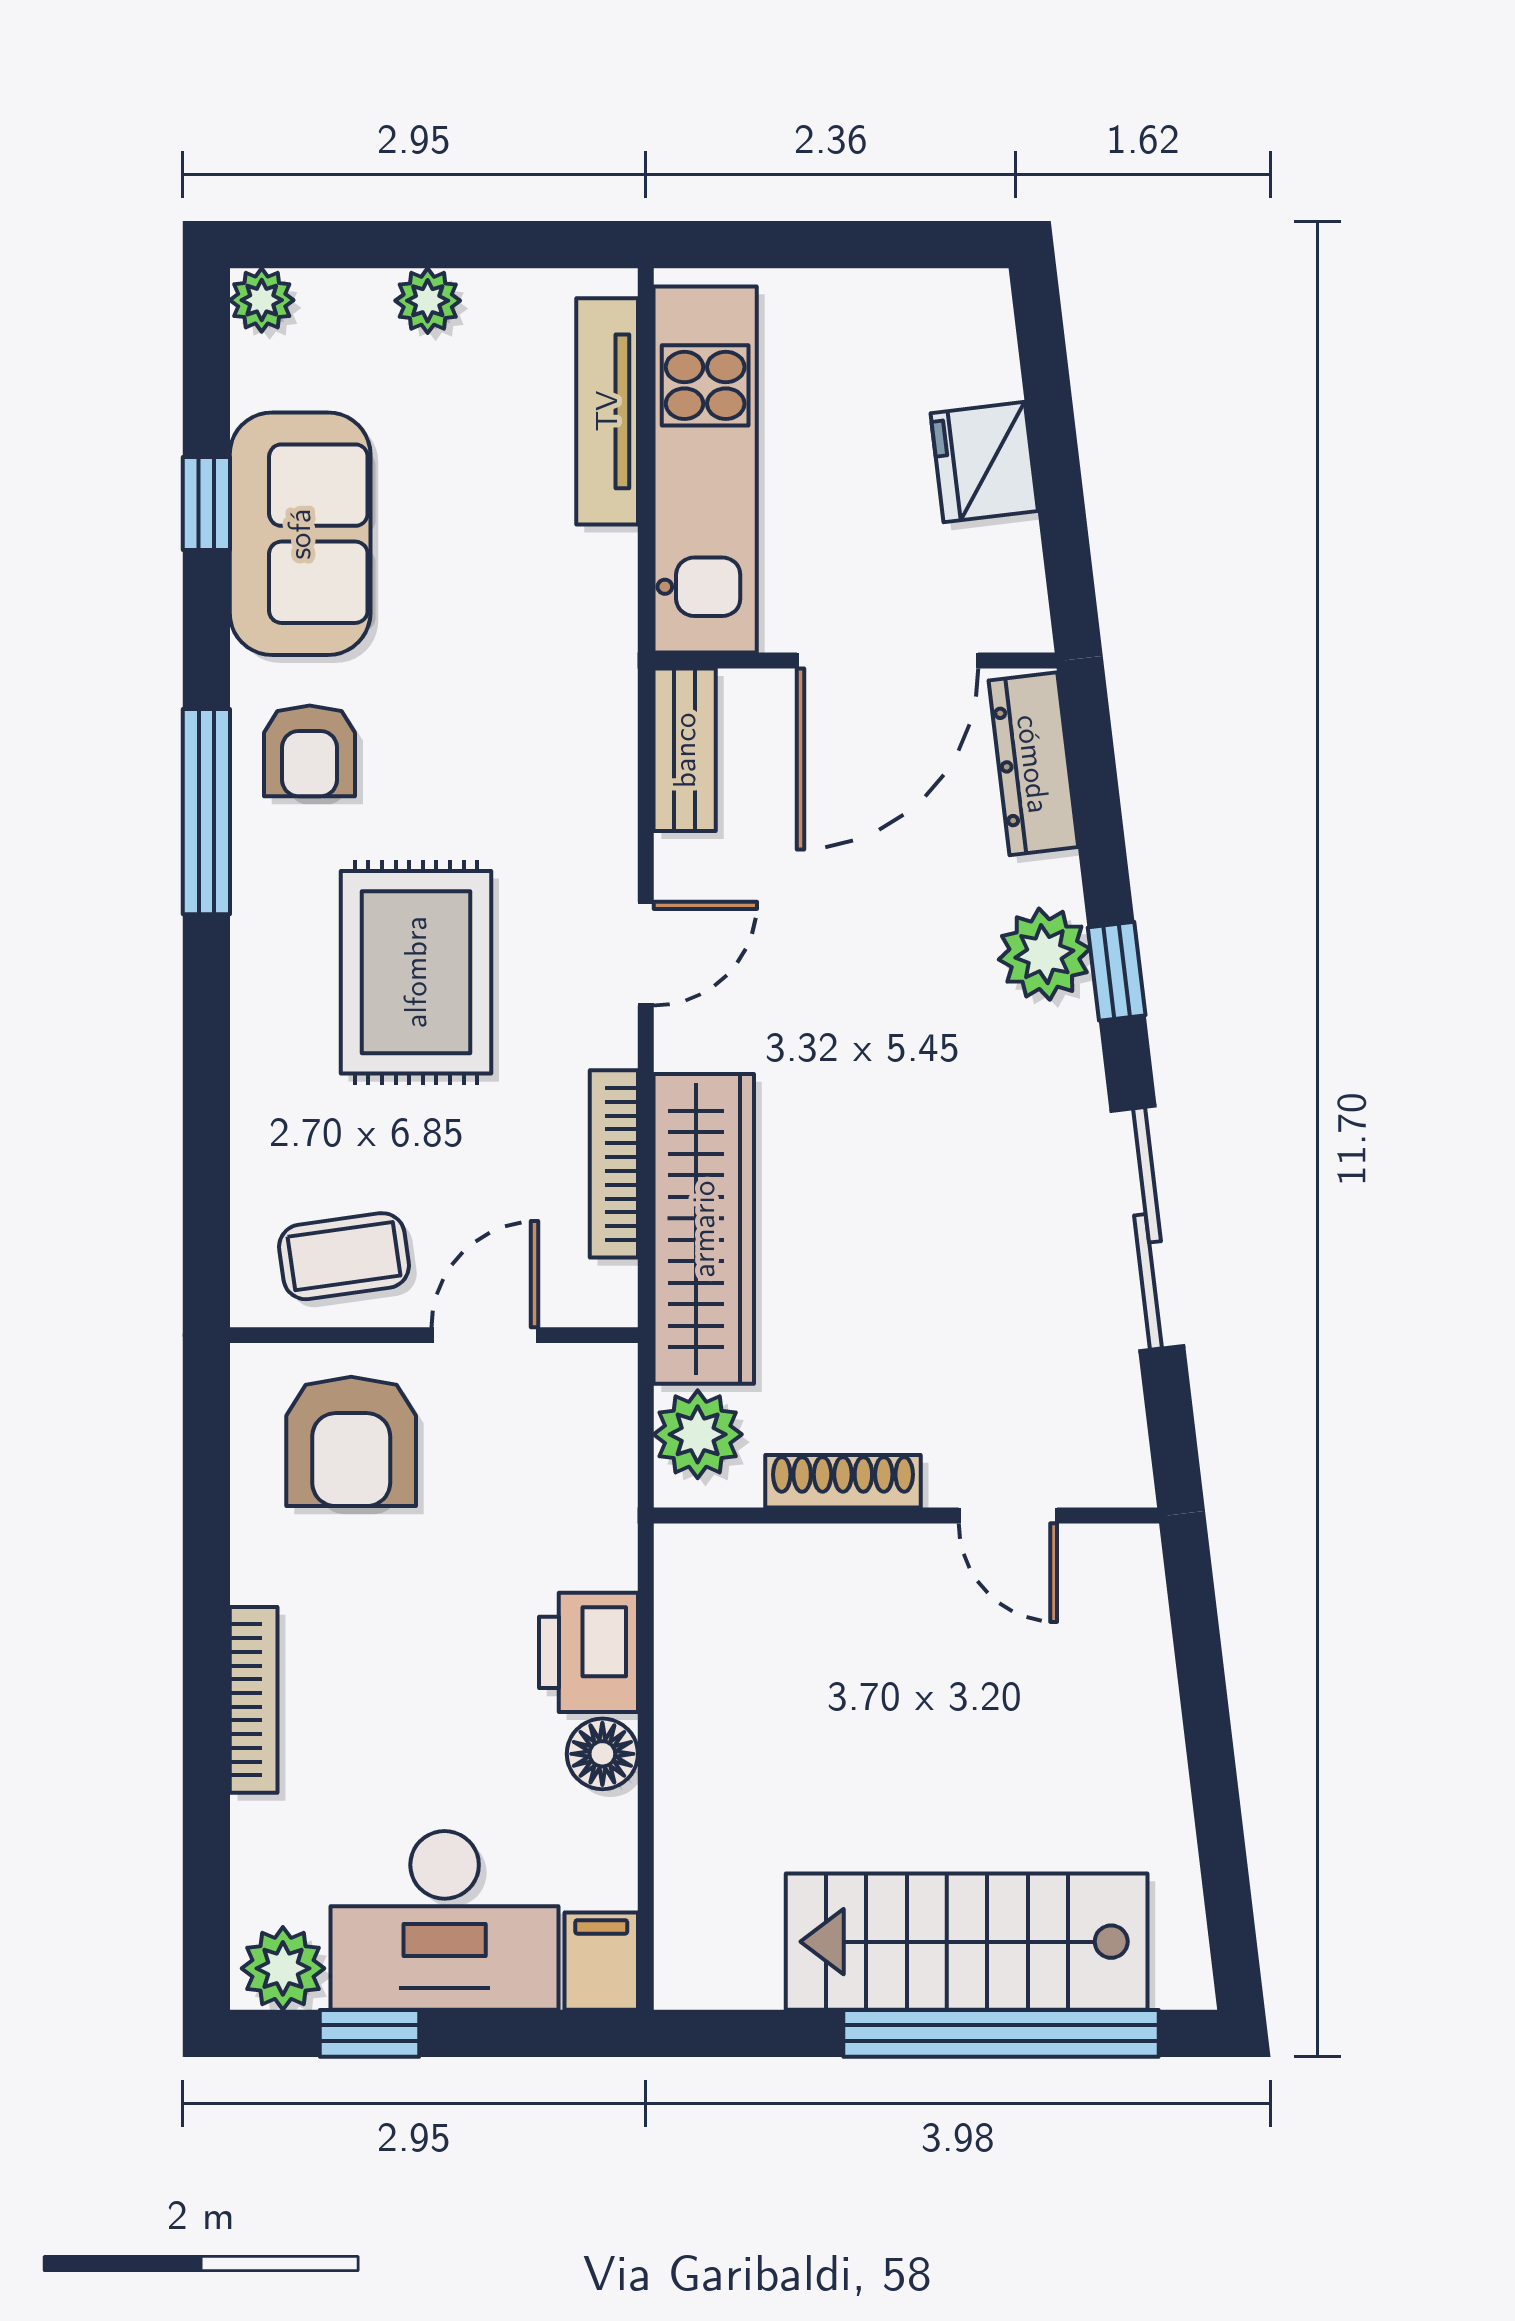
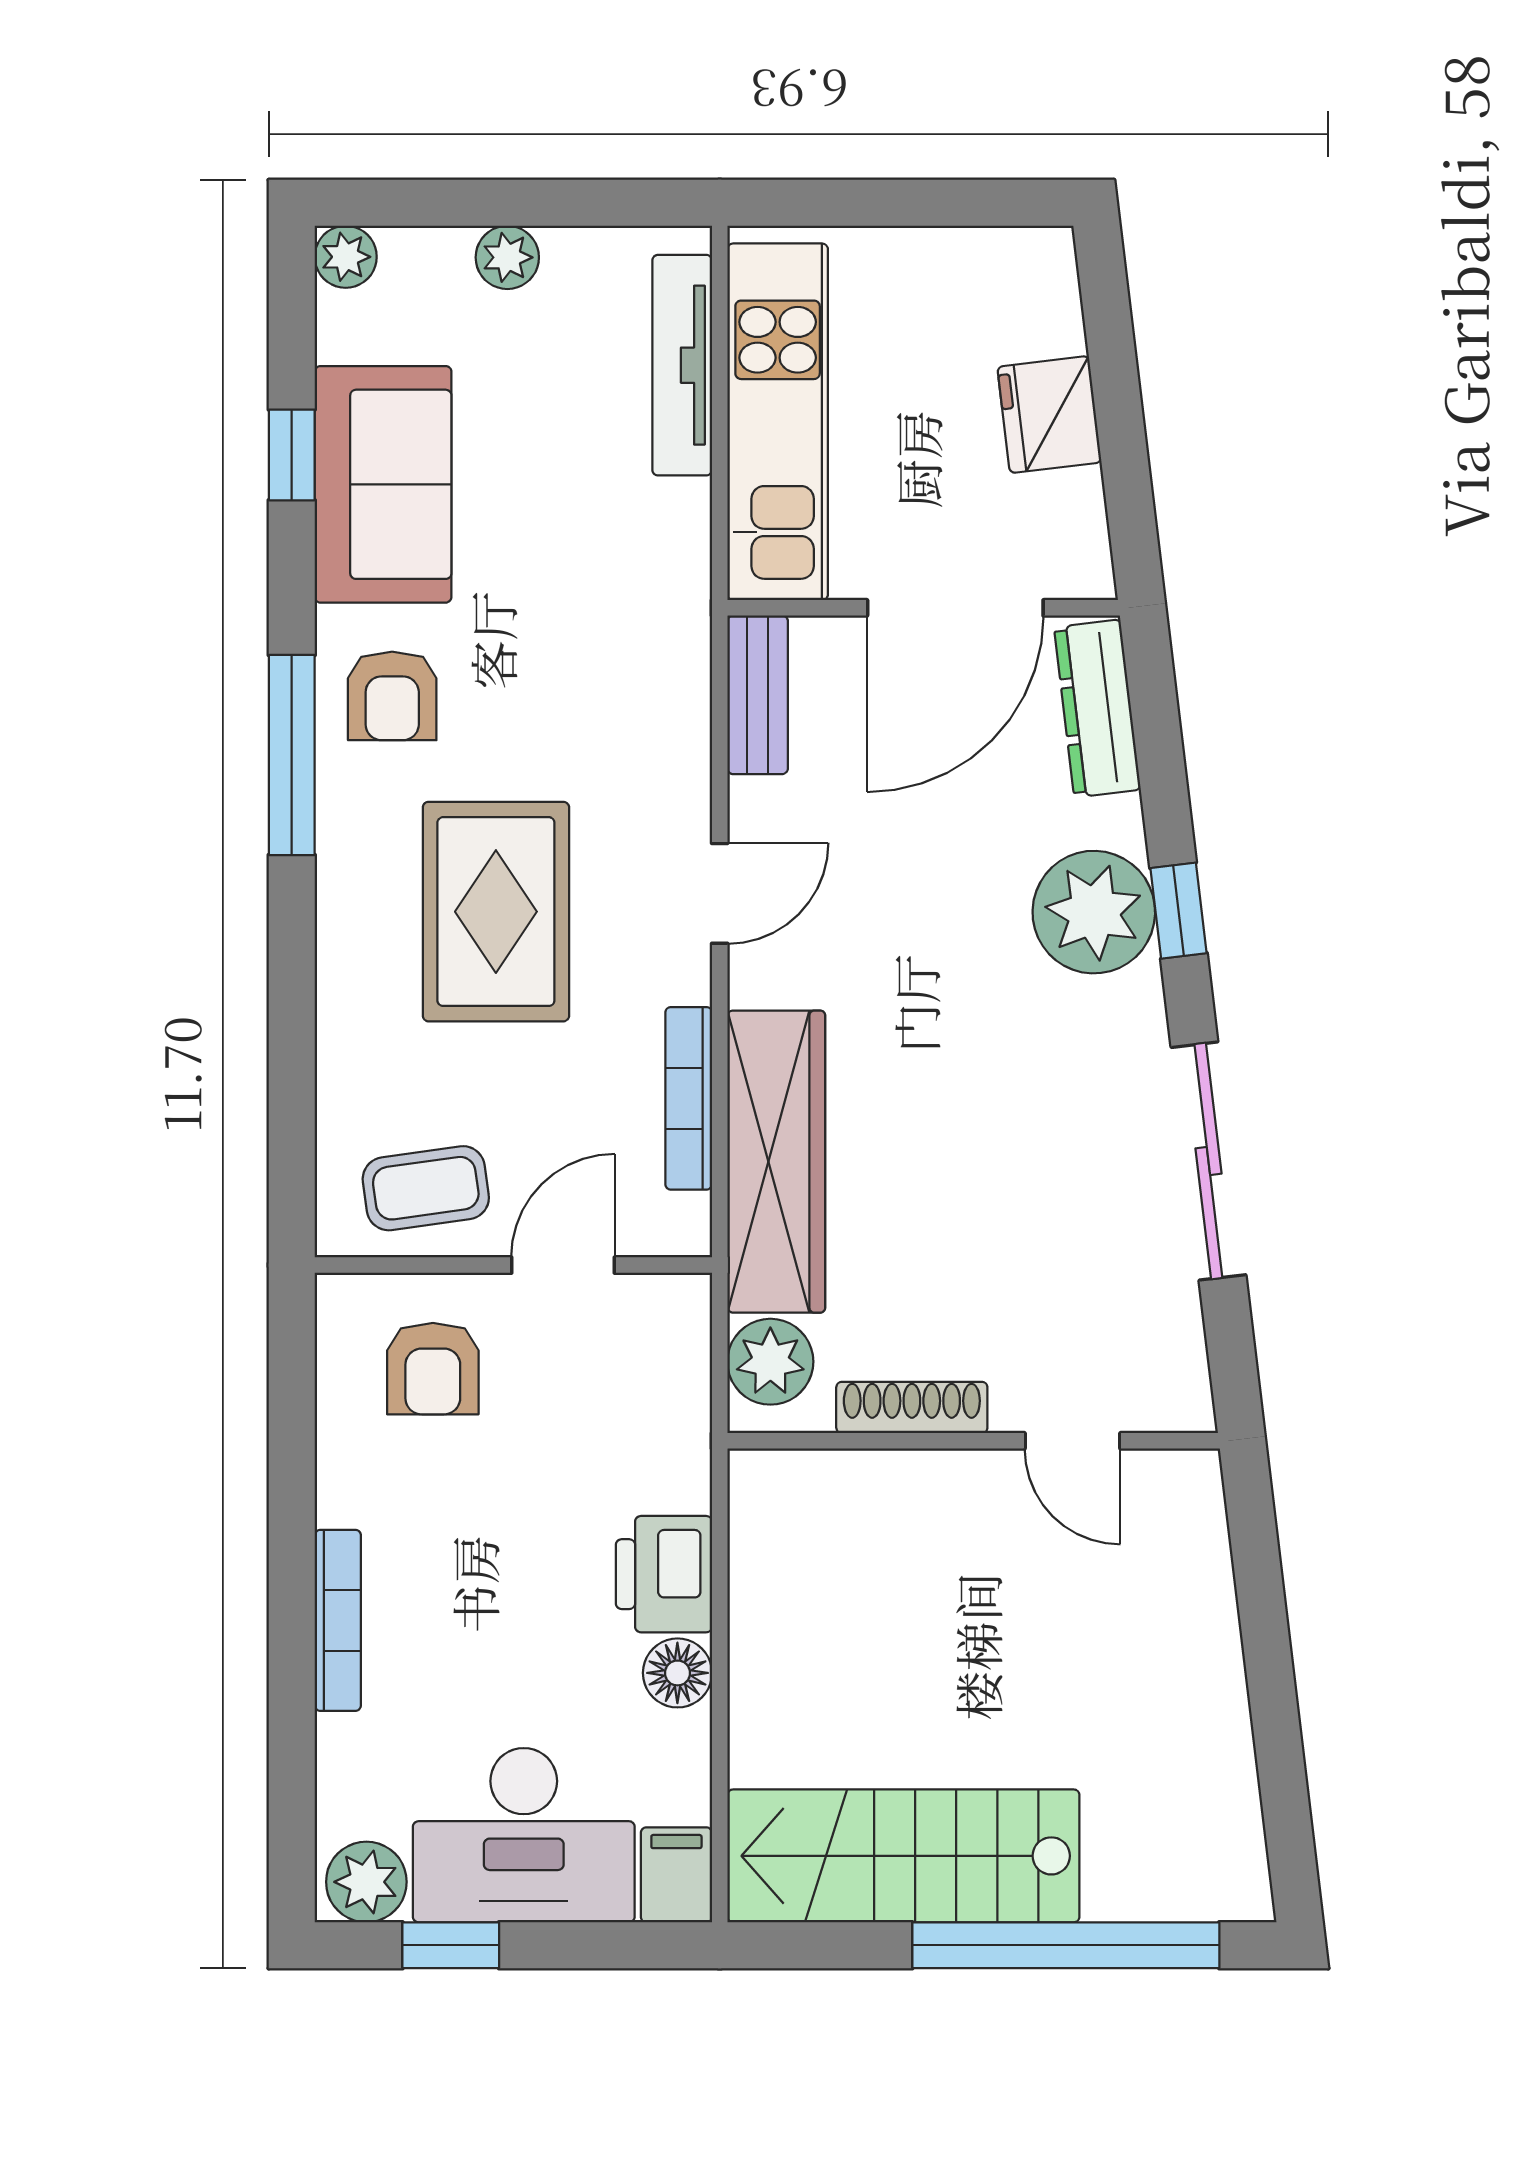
plant: (1044, 954) -> (1094, 912), width x1.36, depth x1.36
armchair: (351, 1441) -> (433, 1369), width x0.72, depth x0.72
stairs: (967, 1942) -> (903, 1856), moved

